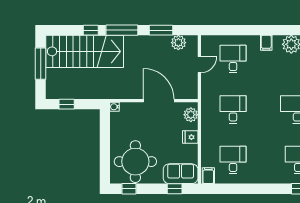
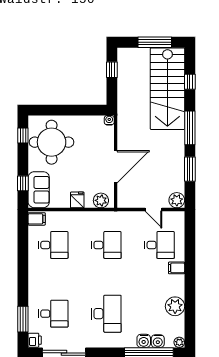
window: (91, 30) -> (190, 82), moved
plant: (178, 43) -> (177, 200), moved
filing cabinet: (266, 43) -> (177, 268), moved

